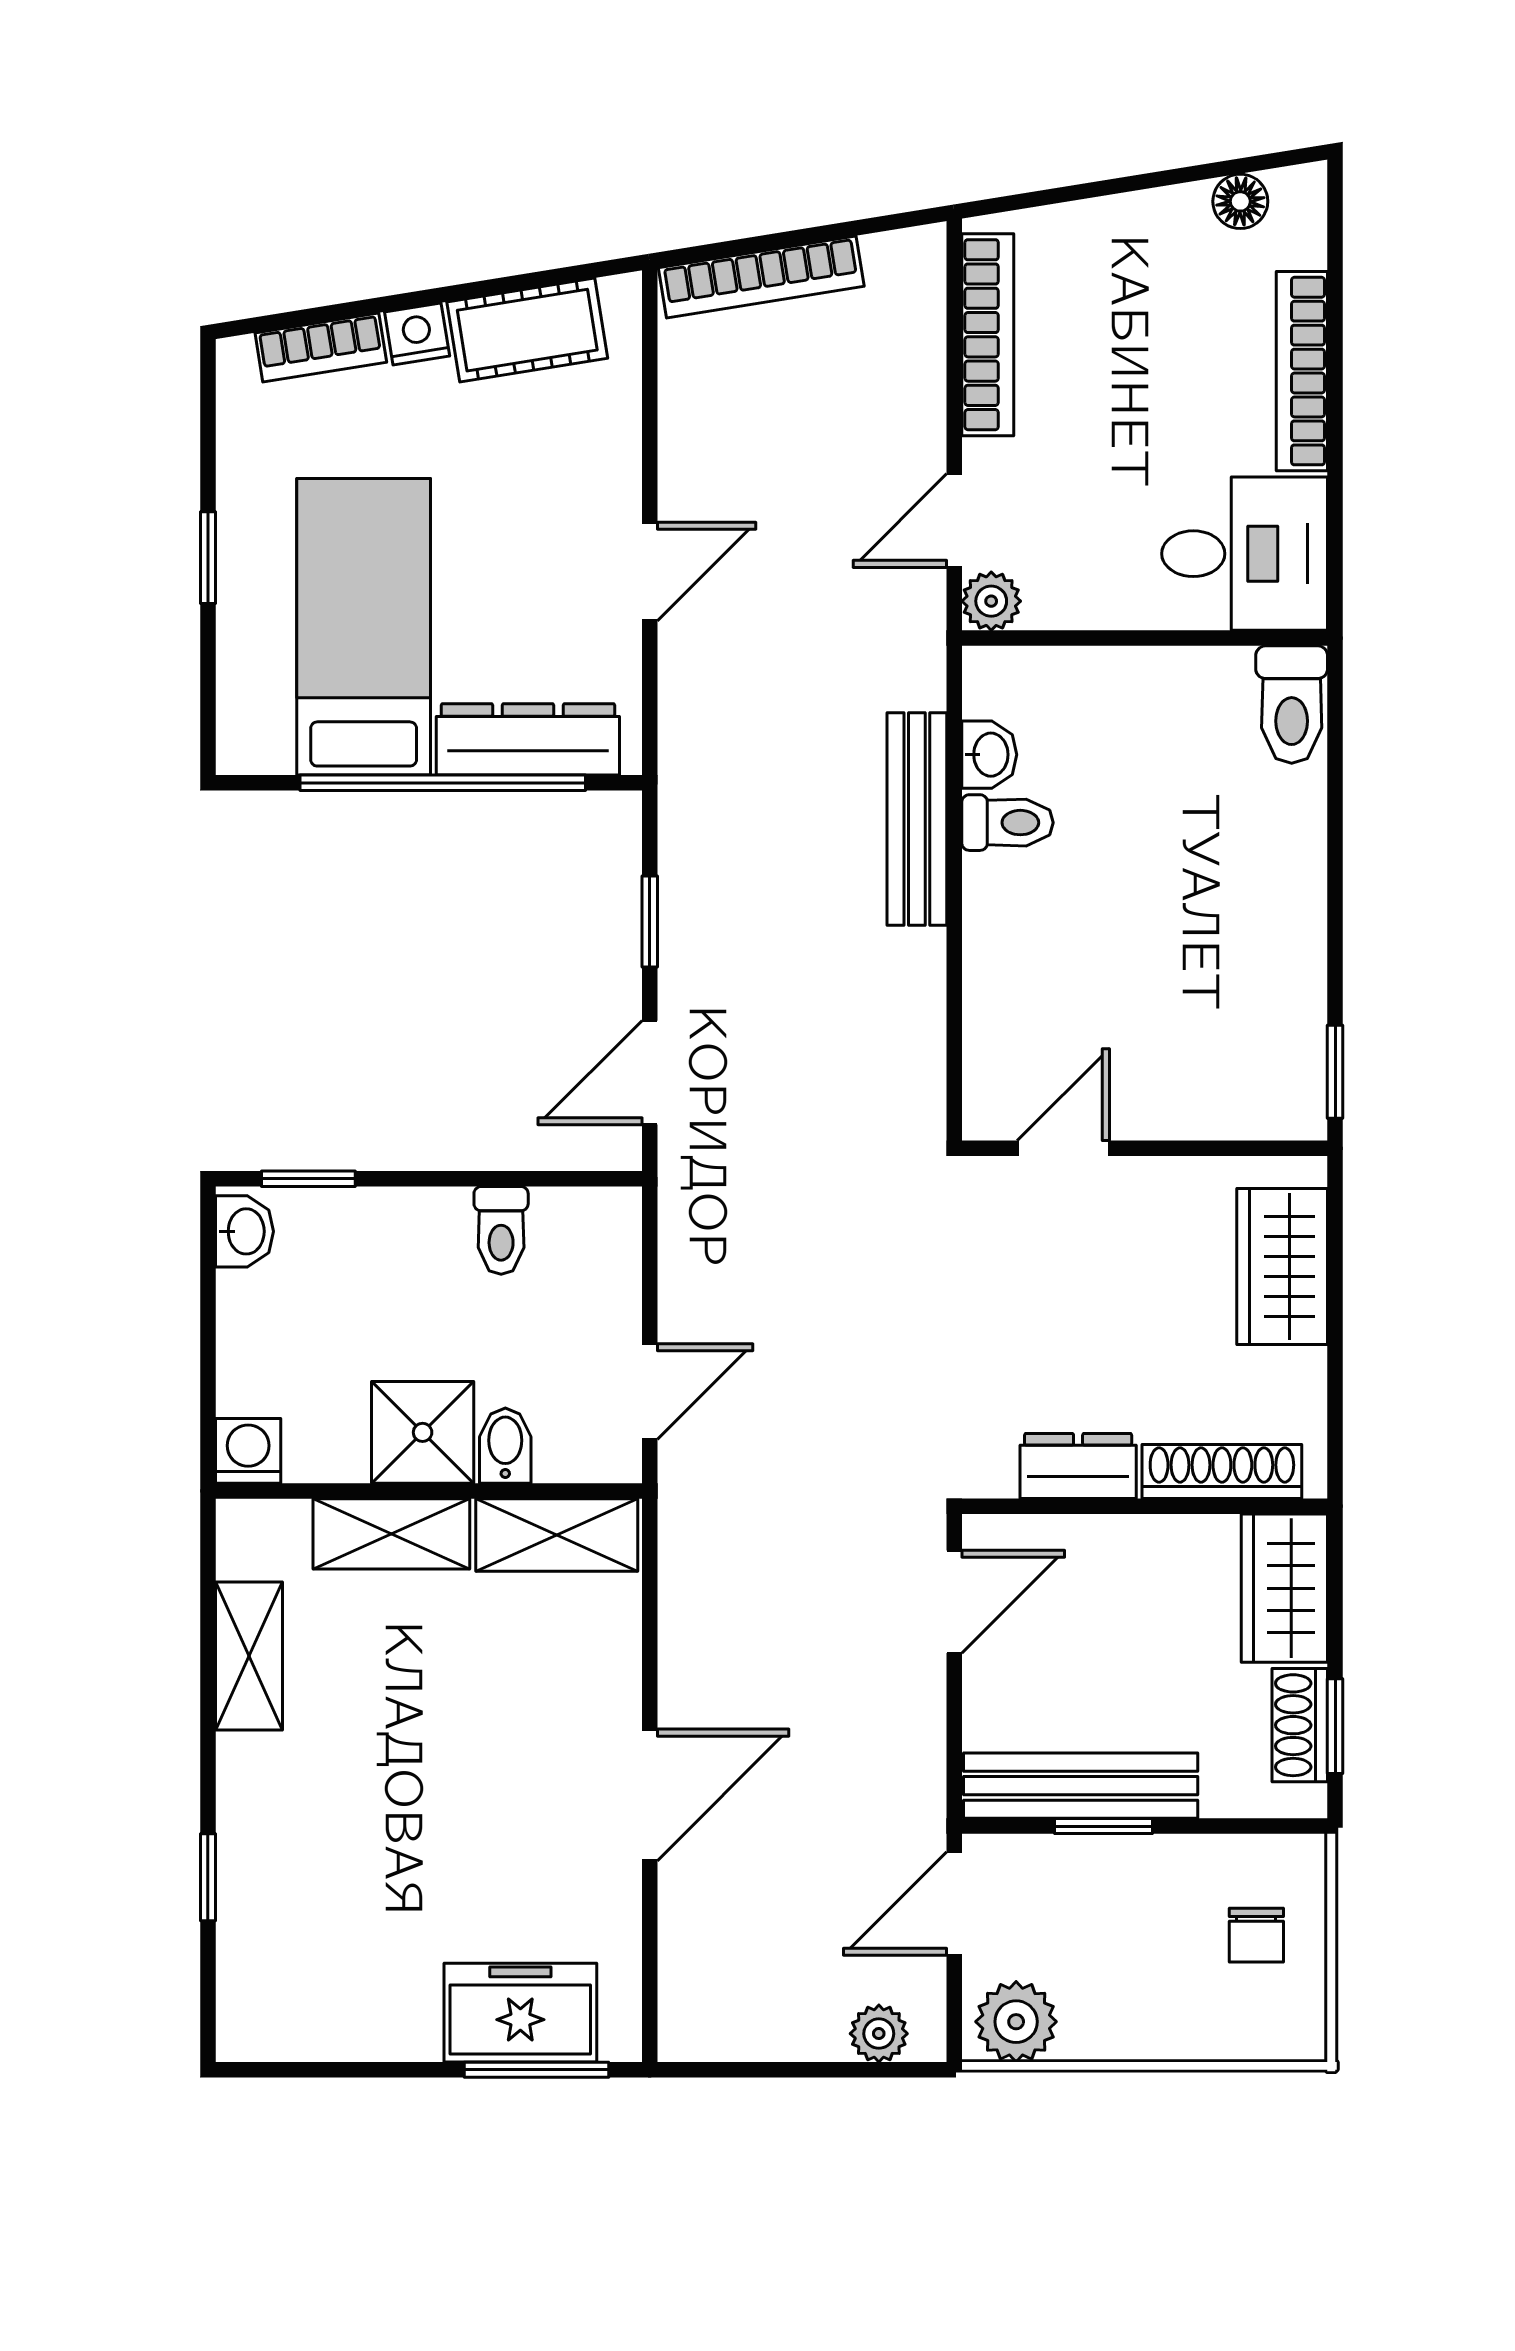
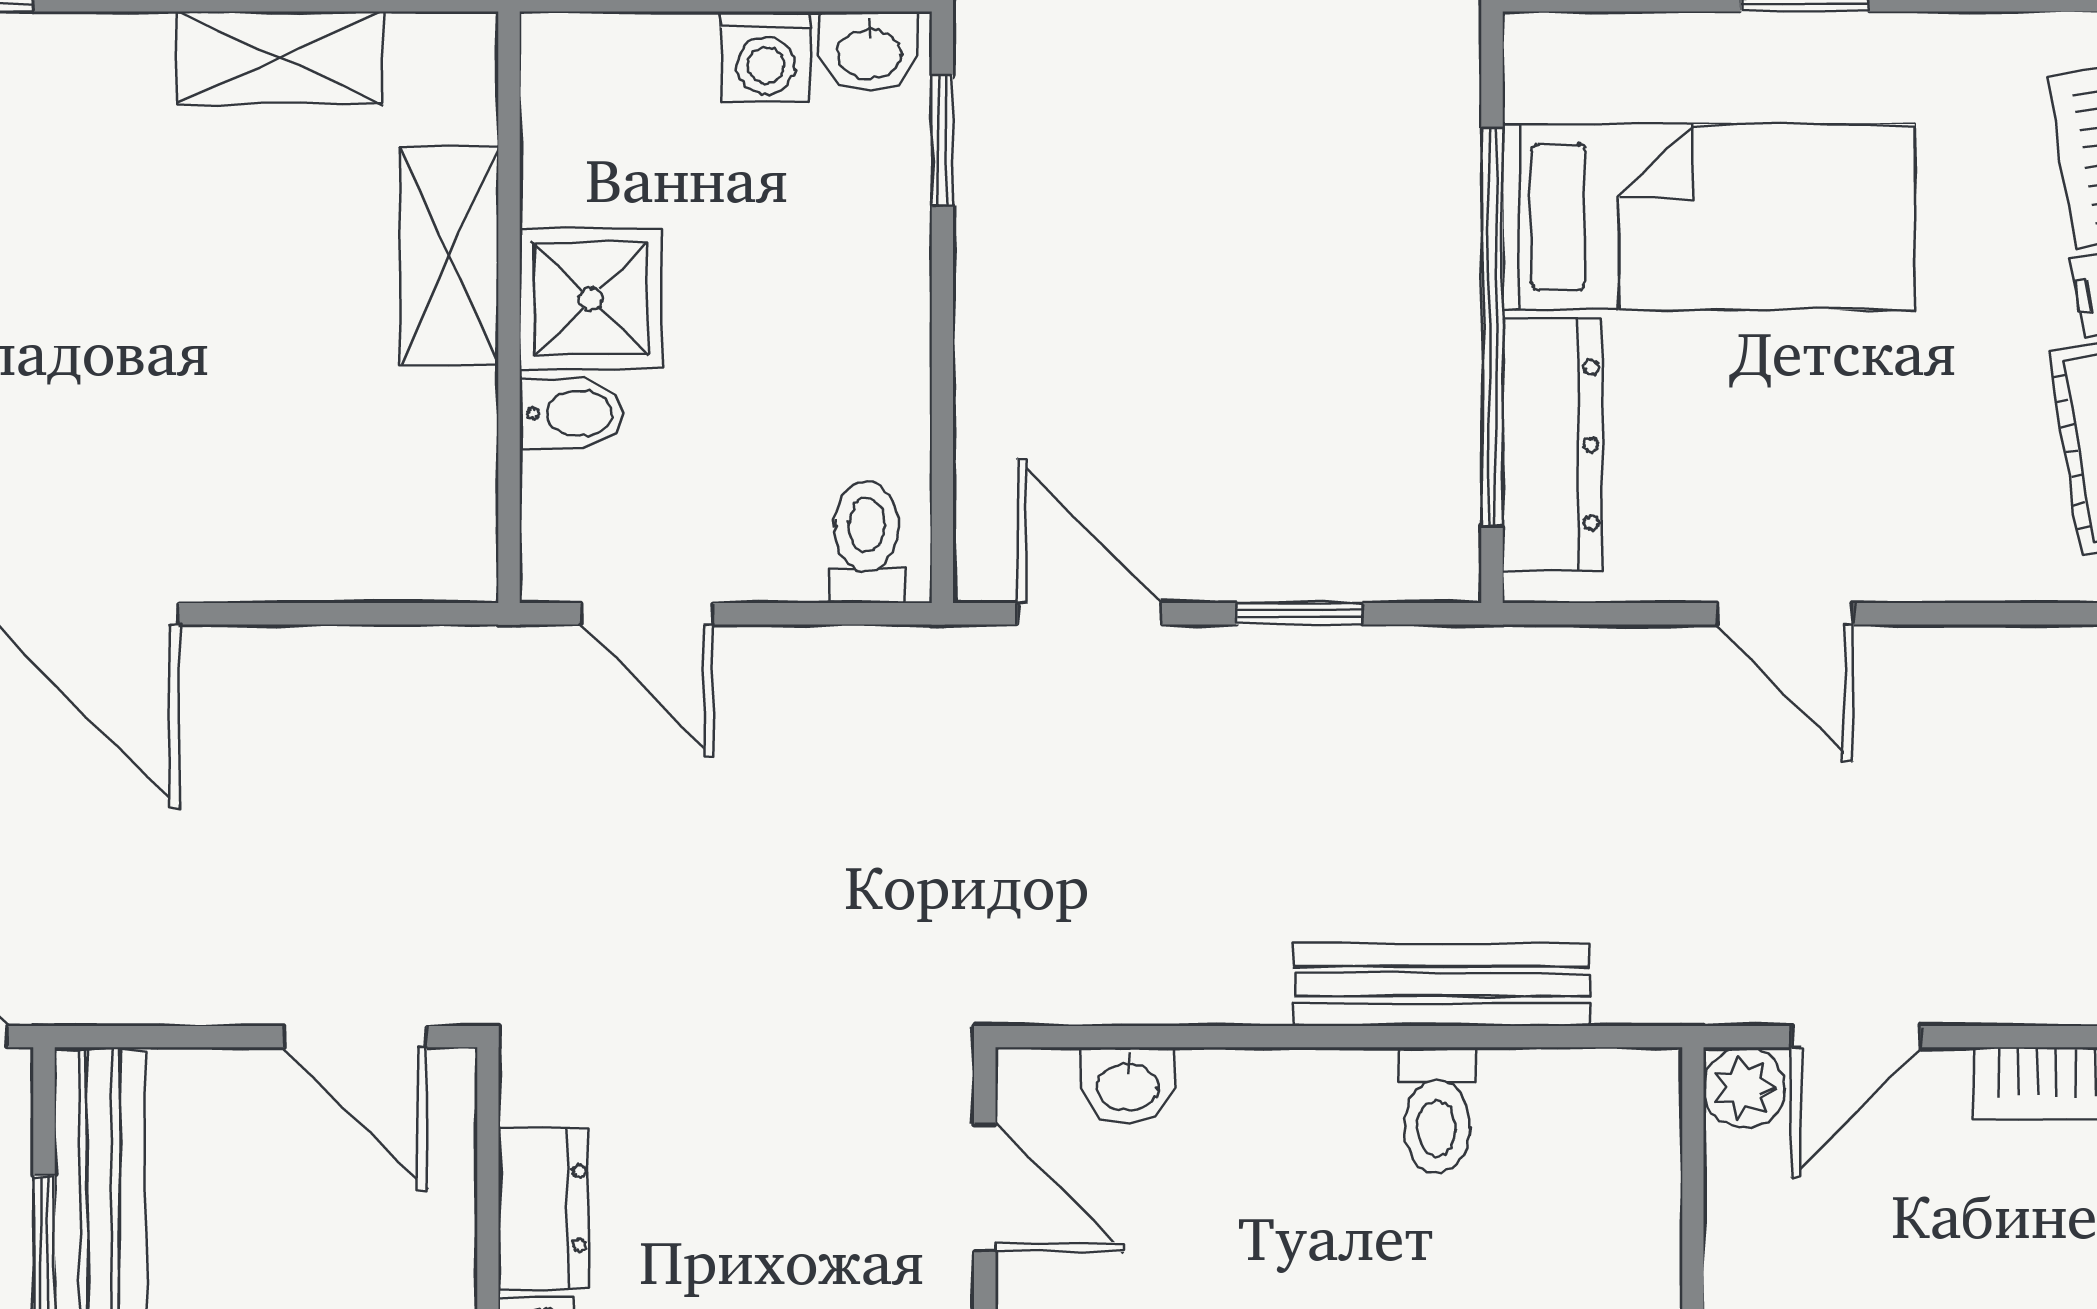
door: (954, 520) -> (1856, 1037), swing flipped
washbasin: (989, 755) -> (1128, 1085), moved
toilet: (501, 1230) -> (867, 542), moved, turned 90
washing machine: (248, 1451) -> (766, 56), moved, turned 90
shelving: (557, 1535) -> (448, 485), removed

